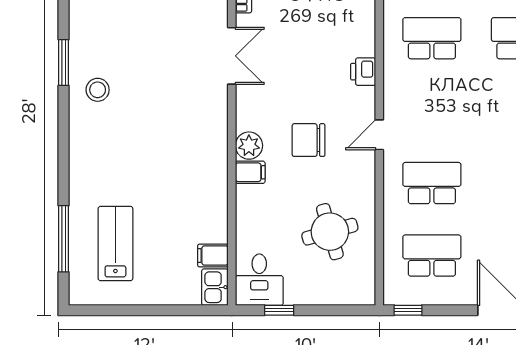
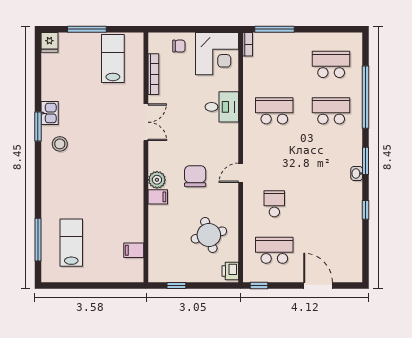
printer: (363, 72) -> (230, 271), moved
chair: (308, 140) -> (195, 176), turned 90
school desk: (432, 183) -> (274, 204), width x0.54
desk: (259, 280) -> (222, 107), moved, turned -90
kitchen sink: (215, 287) -> (50, 113), moved, turned 180

